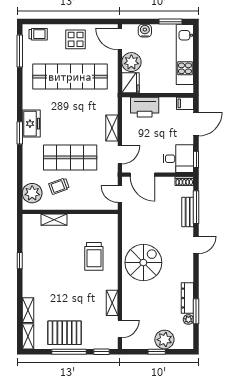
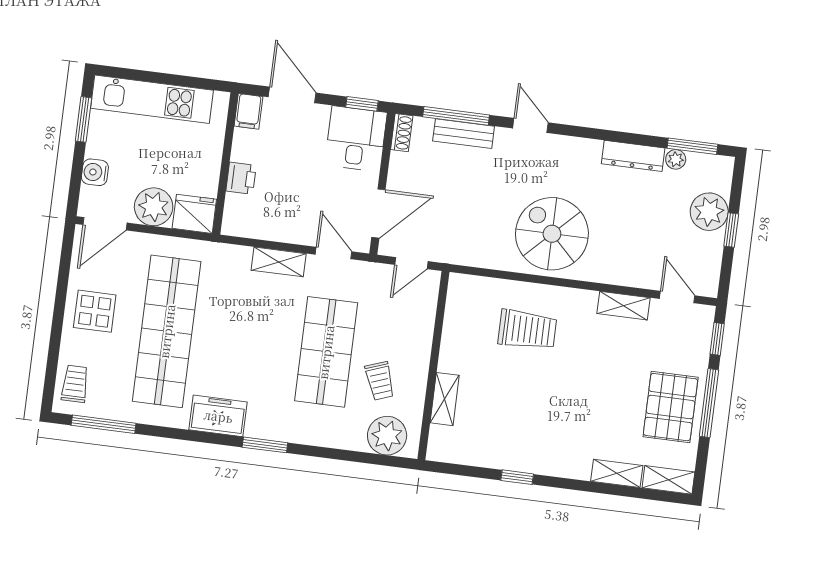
printer: (145, 107) -> (241, 178), width x0.53, depth x0.68
freezer: (31, 124) -> (218, 416), moved
window: (196, 311) -> (692, 146), moved

